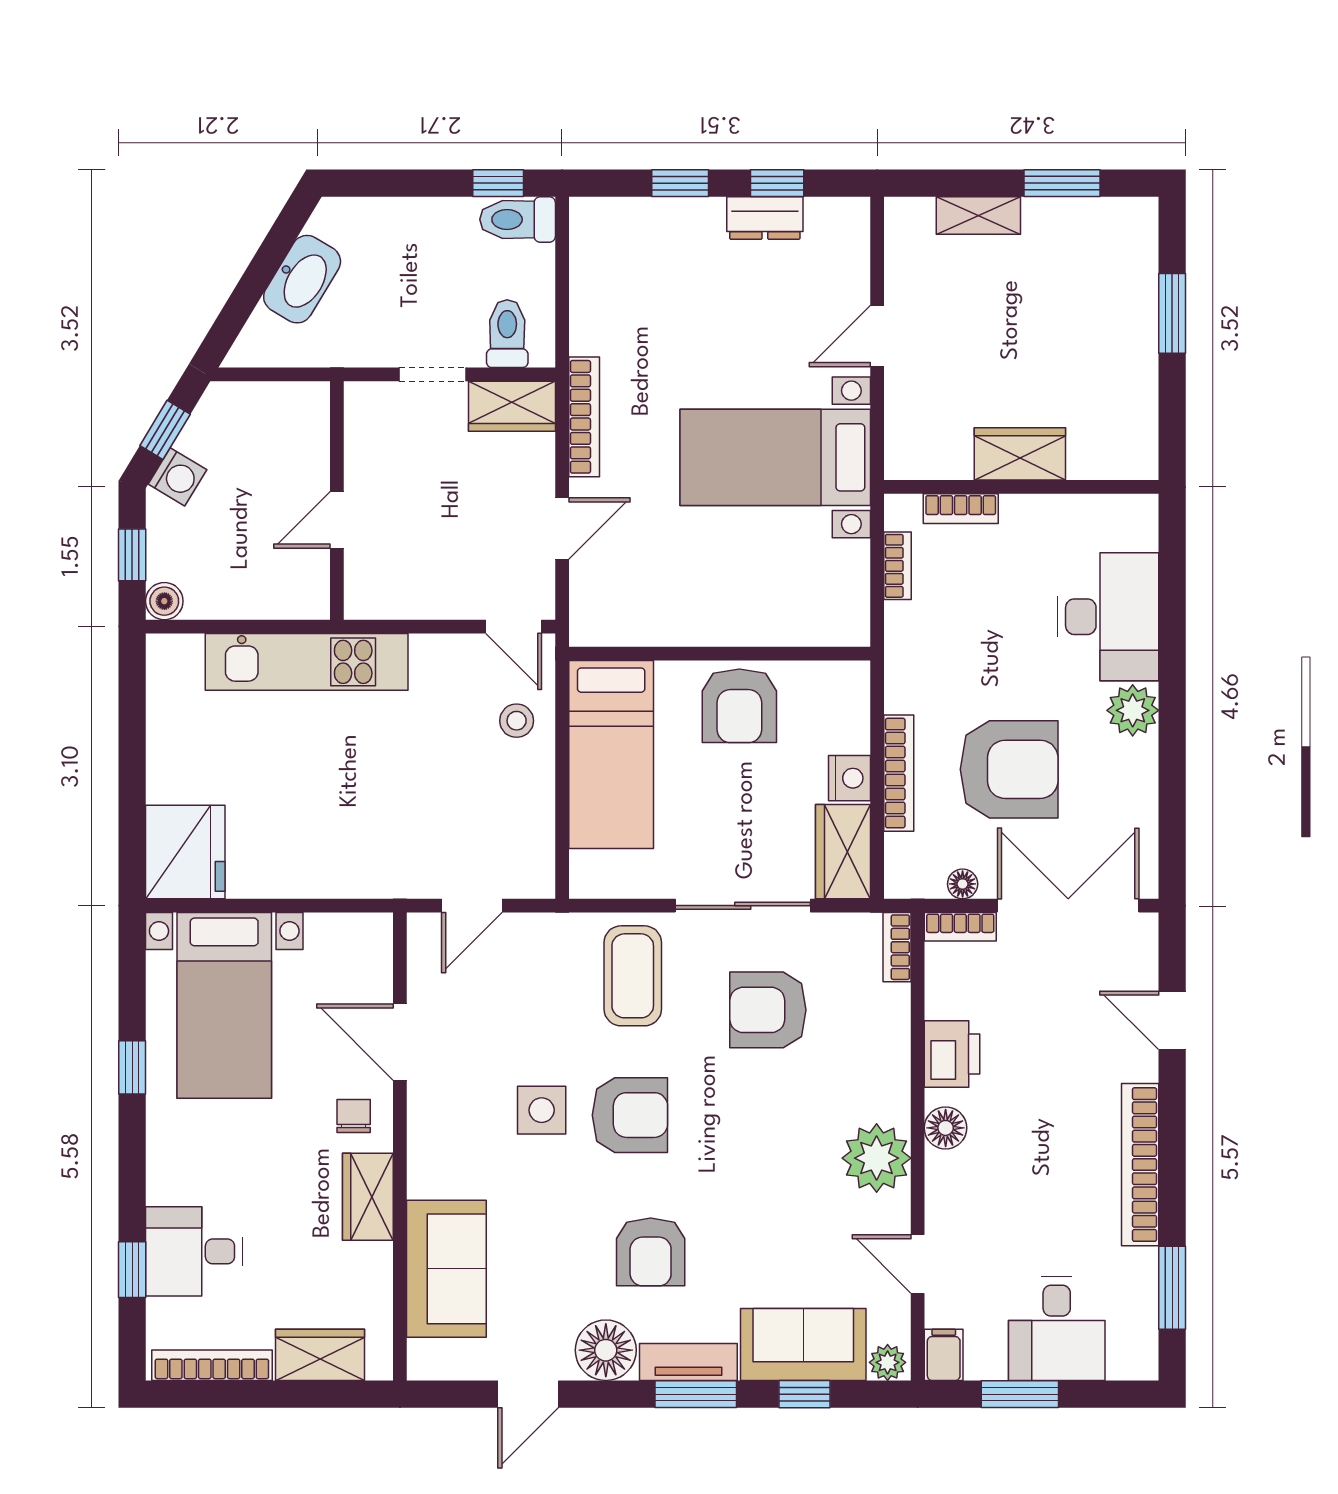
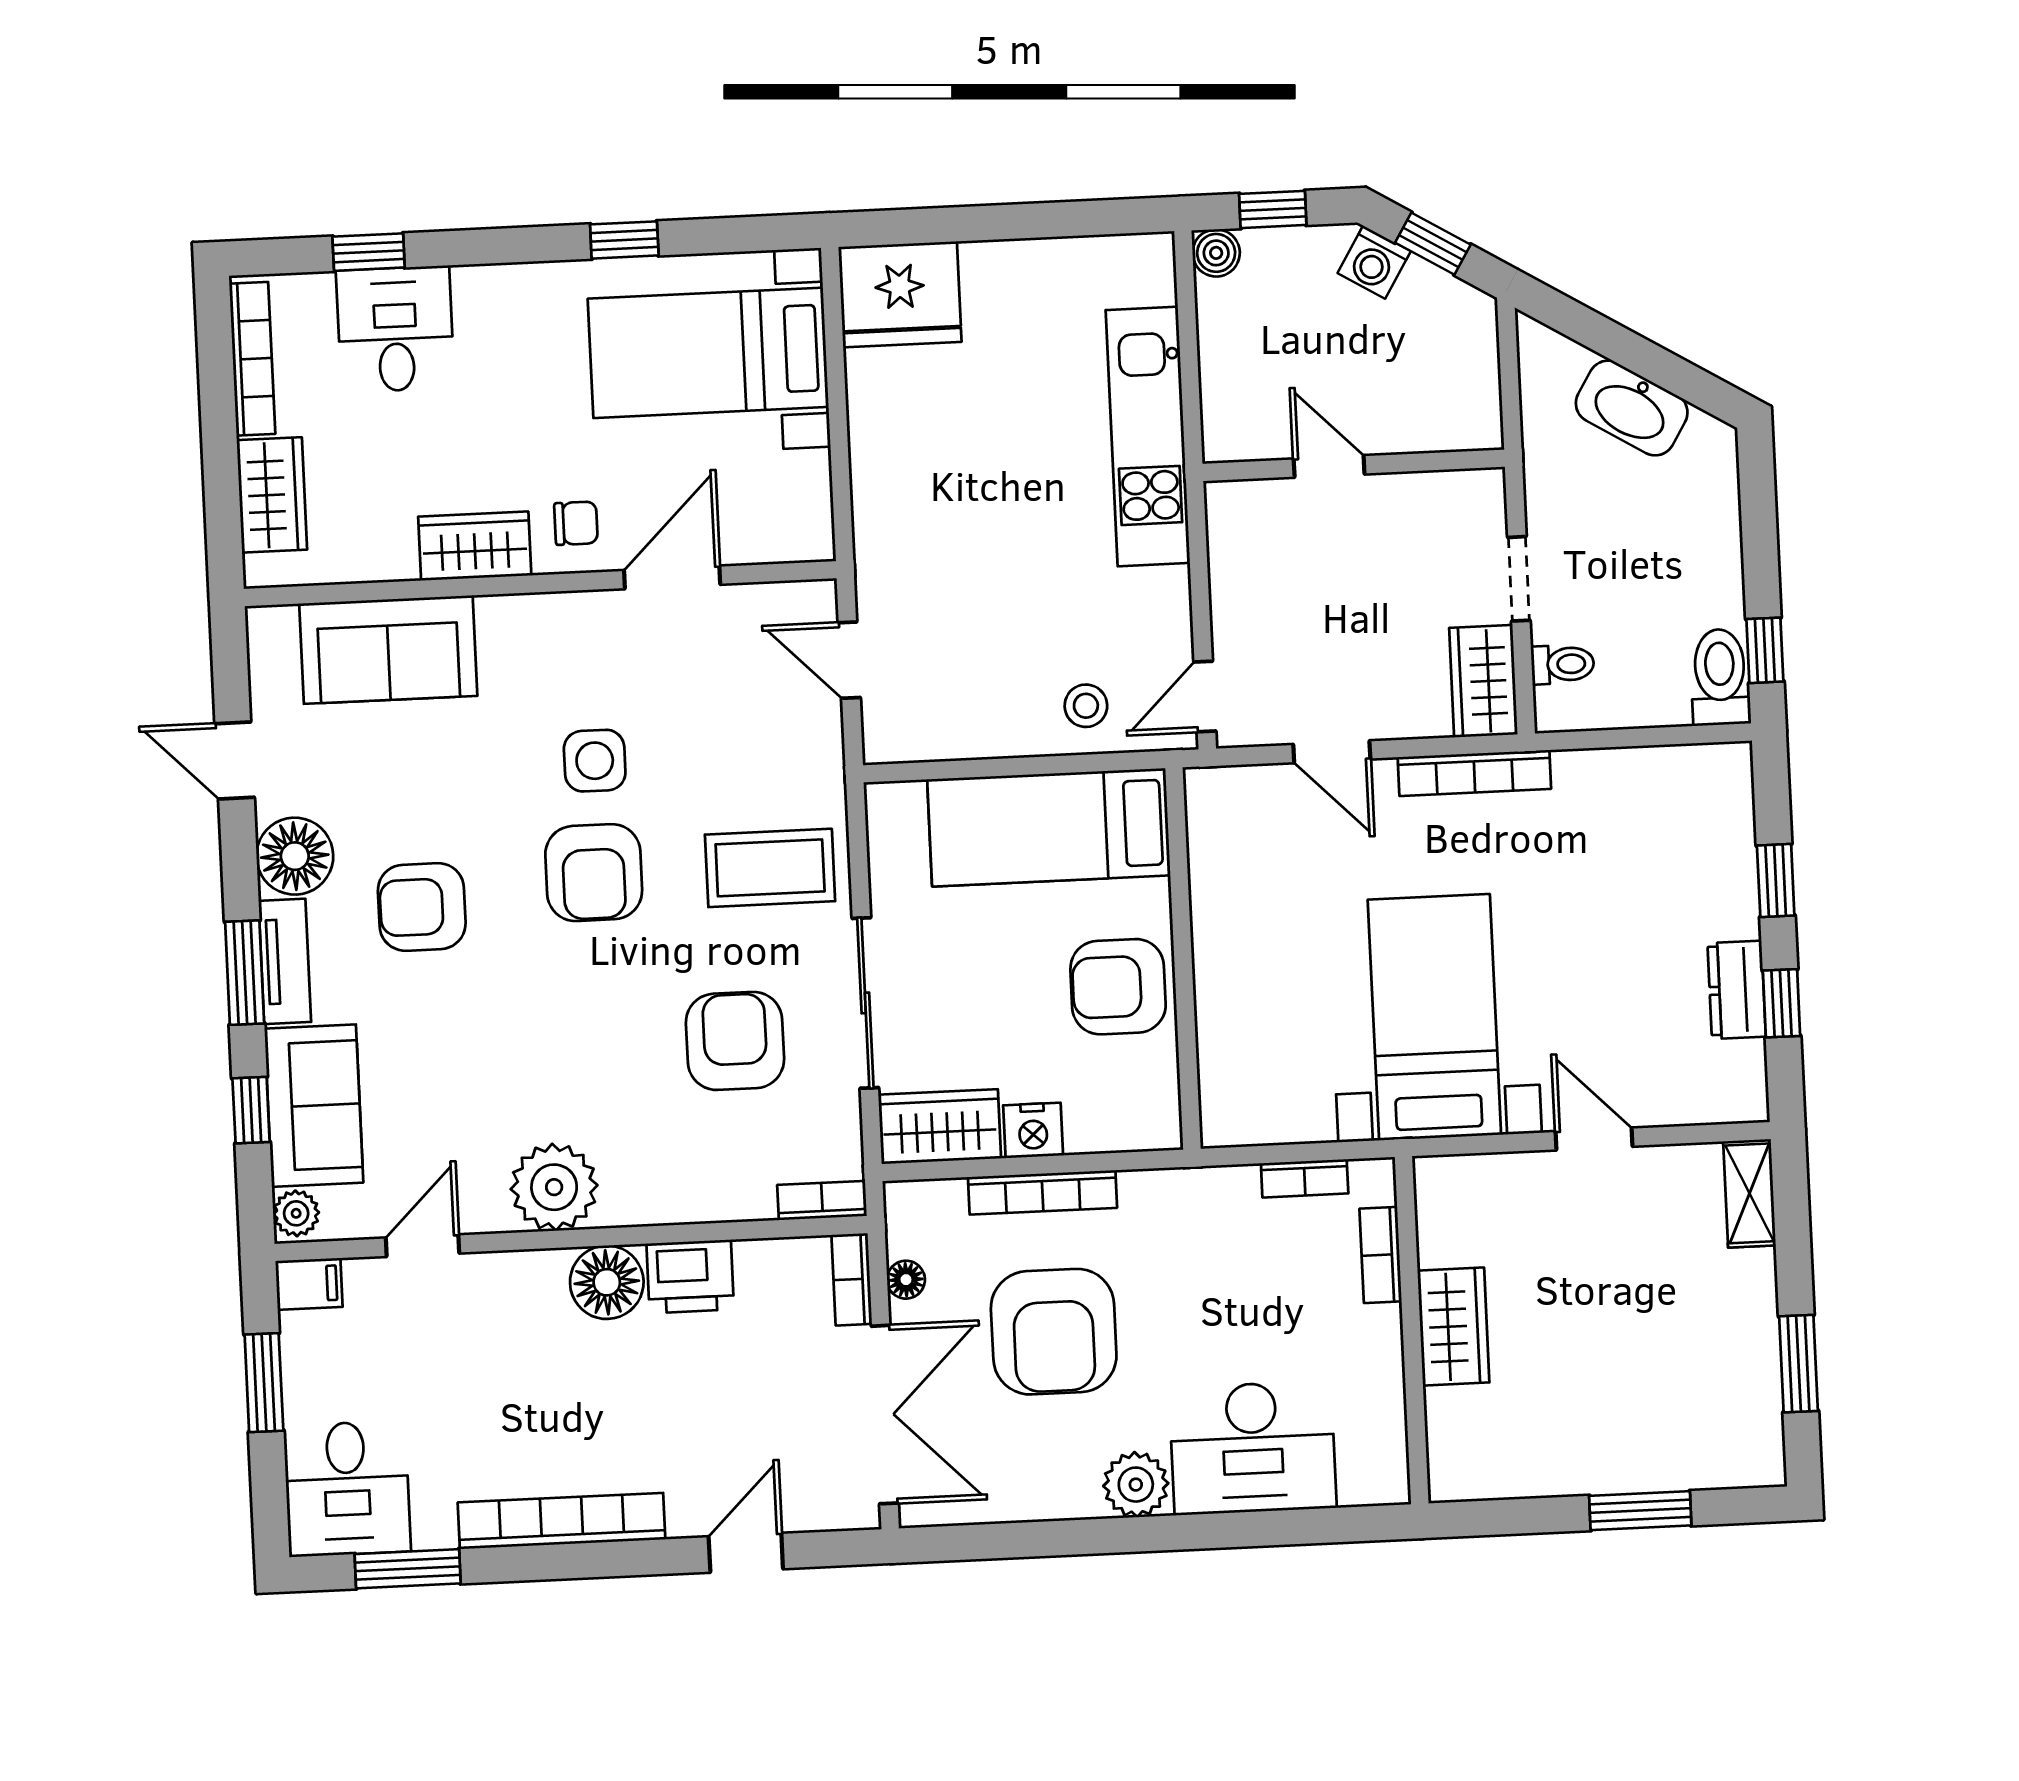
shelving: (978, 216) -> (1749, 1193), moved
toilet: (507, 334) -> (1563, 664), width x0.73, depth x0.72
floor lamp: (946, 1128) -> (607, 1282), width x1.38, depth x1.38
desk: (1057, 1329) -> (347, 1489), moved, turned -90

